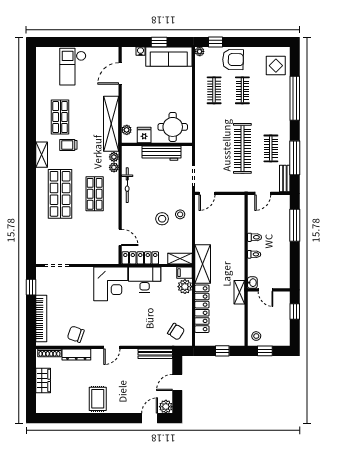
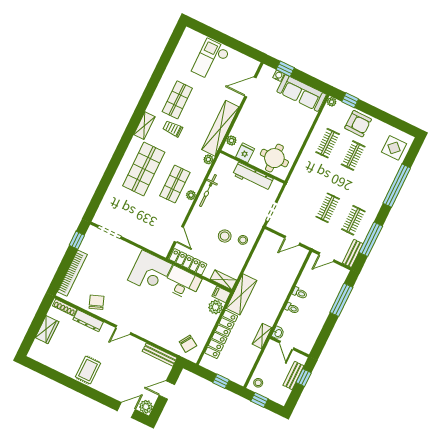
window: (159, 42) -> (285, 69), moved
clothes rail: (242, 148) -> (328, 208), width x0.54, depth x0.76
plant: (114, 167) -> (191, 195), moved
door: (207, 193) -> (292, 241), moved
bench: (285, 314) -> (293, 375), added
chair: (76, 334) -> (96, 302), turned 50

